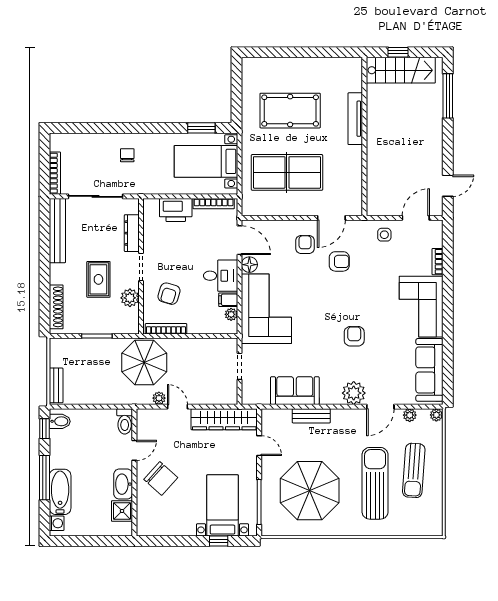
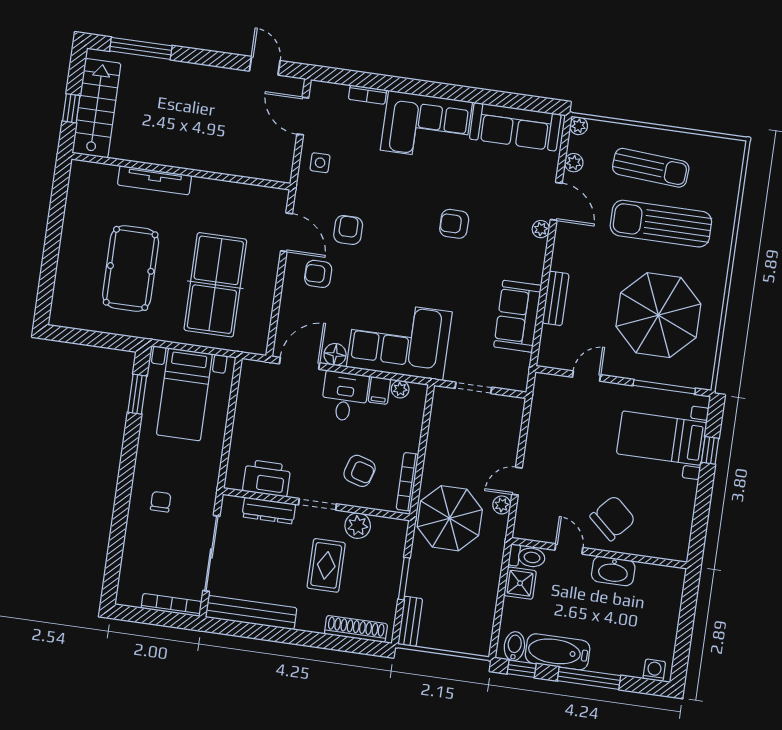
chair: (127, 155) -> (161, 502), turned 90
bookcase: (214, 204) -> (244, 392), removed
printer: (176, 210) -> (267, 478), moved, turned -90
rug: (98, 279) -> (326, 565), turned 90
bench: (56, 385) -> (410, 622), moved, turned 90
plant: (354, 393) -> (541, 229), width x0.53, depth x0.53
wardrobe: (224, 419) -> (543, 419), removed
bathtub: (60, 492) -> (558, 652), moved
shower: (122, 511) -> (520, 583), moved

